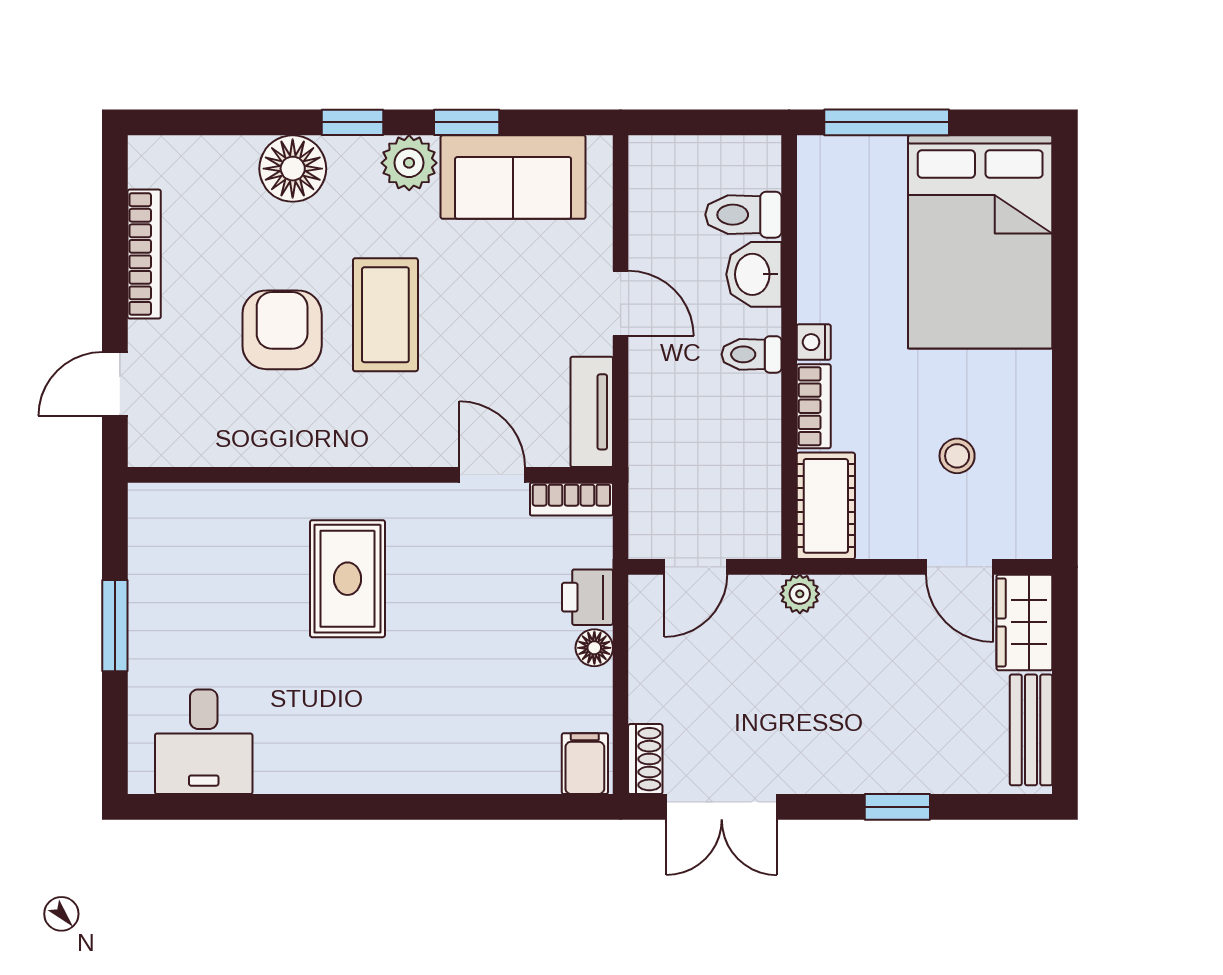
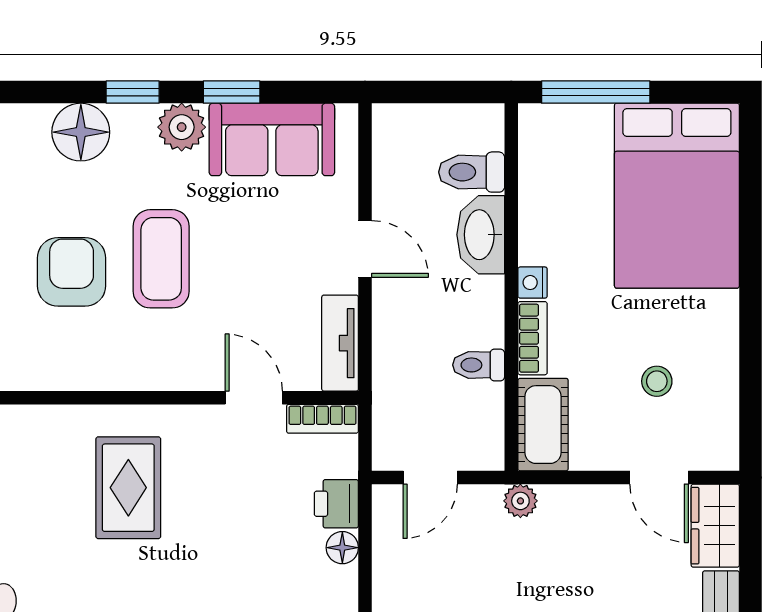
washbasin: (754, 274) -> (481, 235), width x1.38
toilet: (752, 354) -> (479, 365), moved

